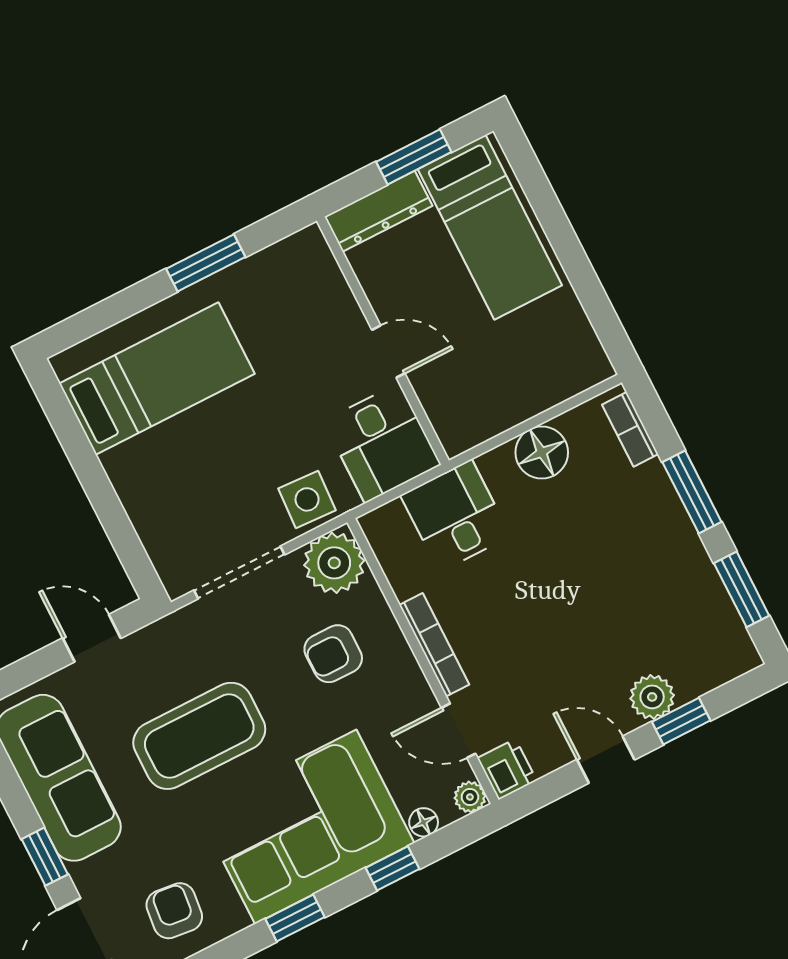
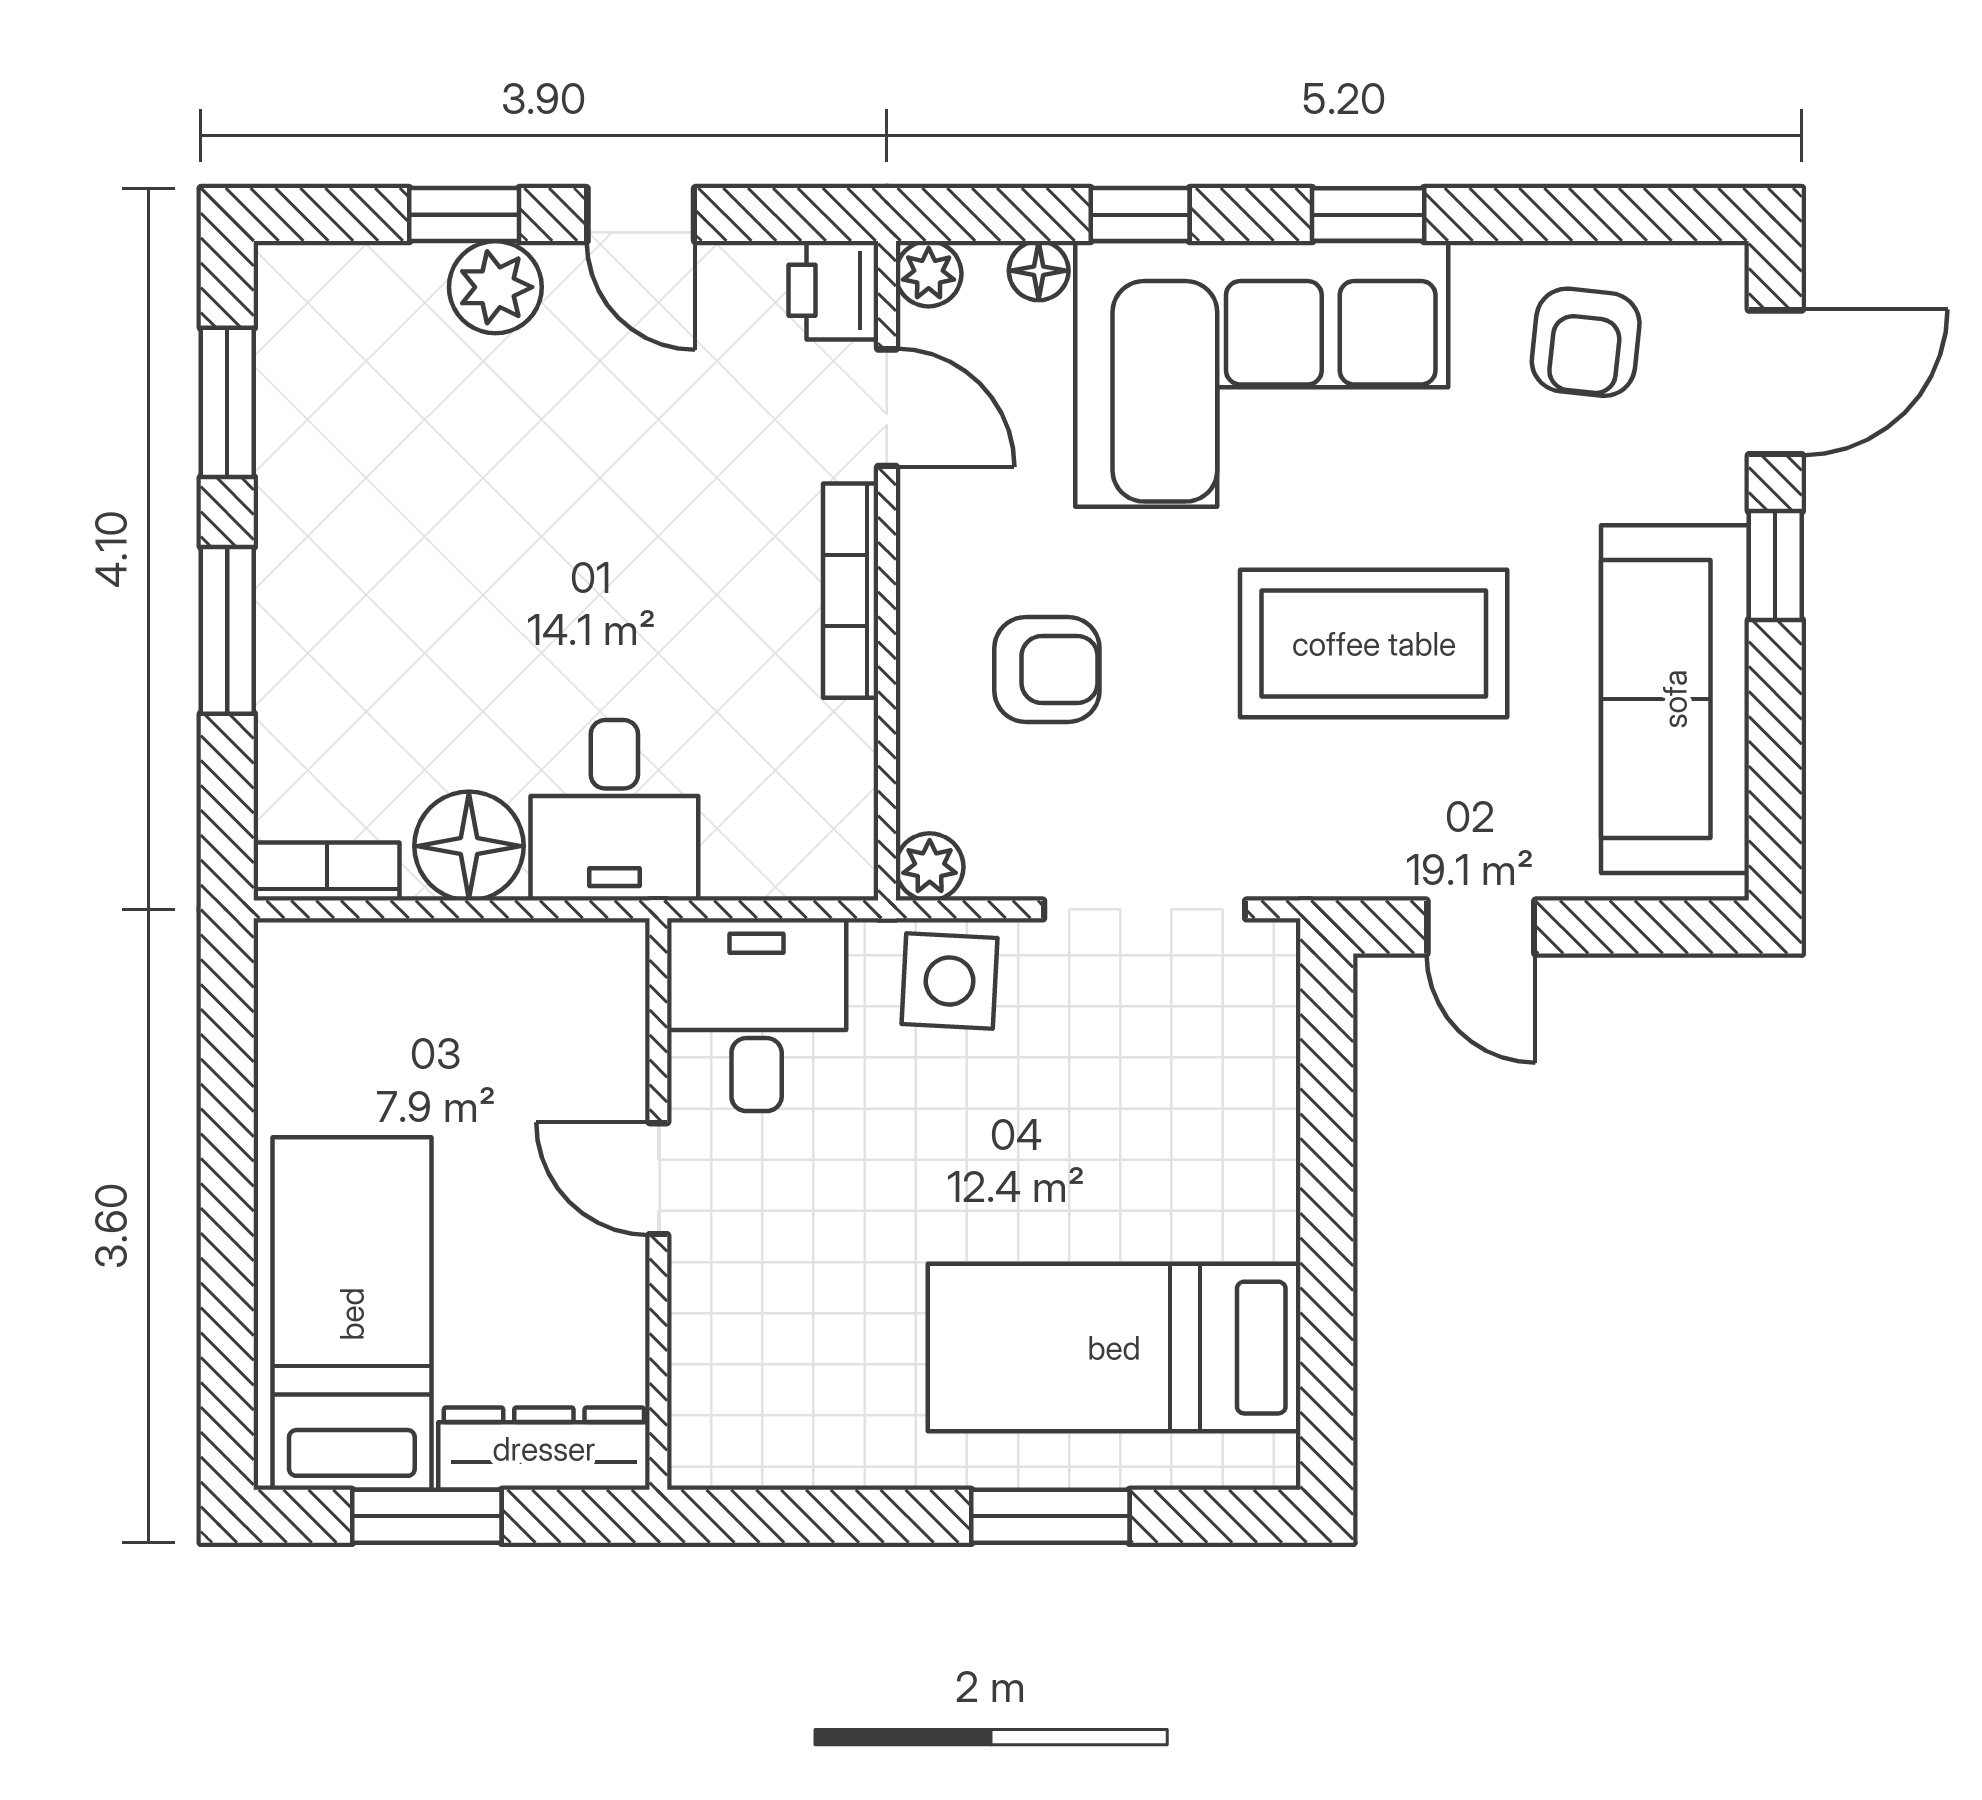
window: (206, 263) -> (1050, 1516), moved
bookcase: (630, 429) -> (327, 872), moved, turned -90
desk: (455, 516) -> (614, 810), moved
plant: (334, 563) -> (930, 867), width x0.53, depth x0.53

